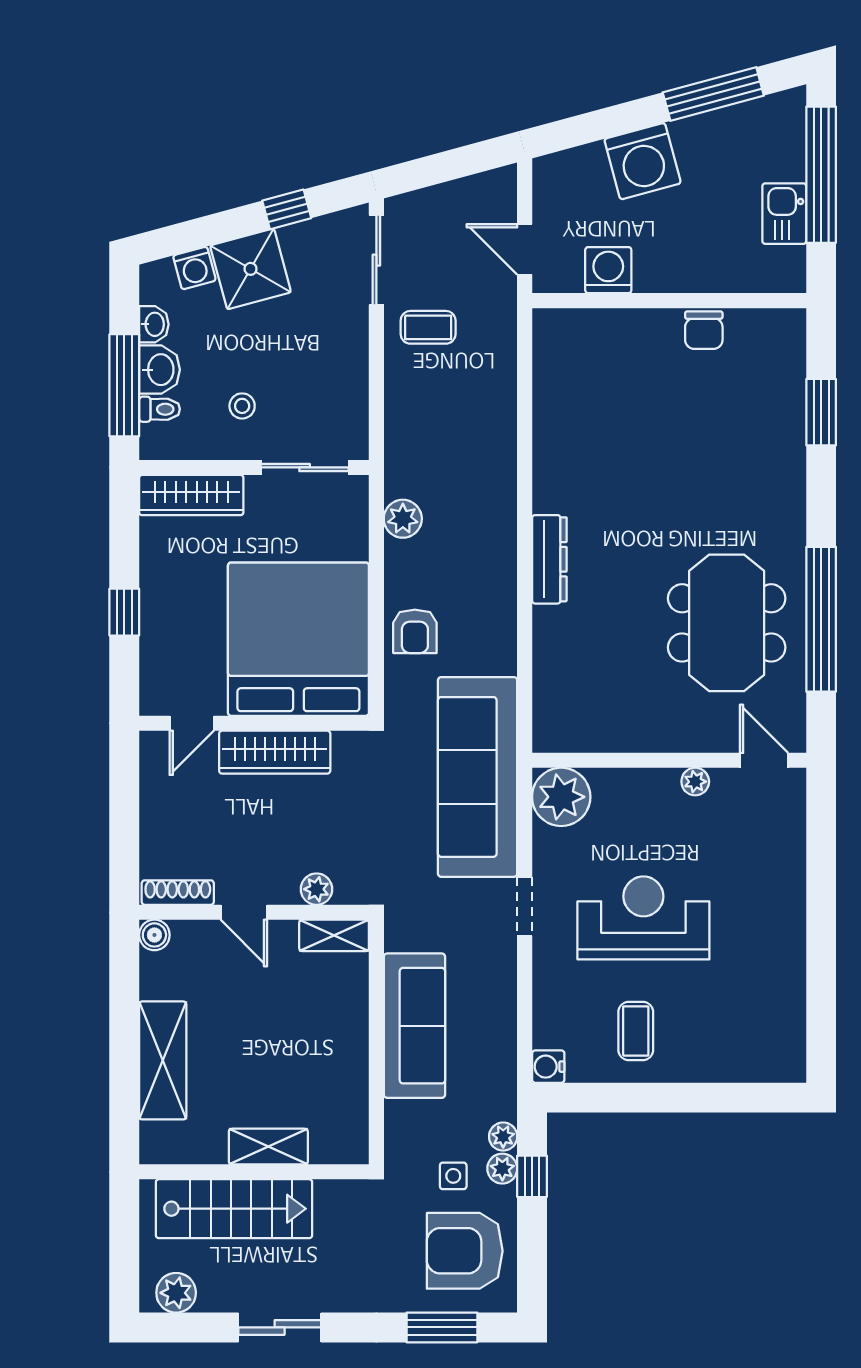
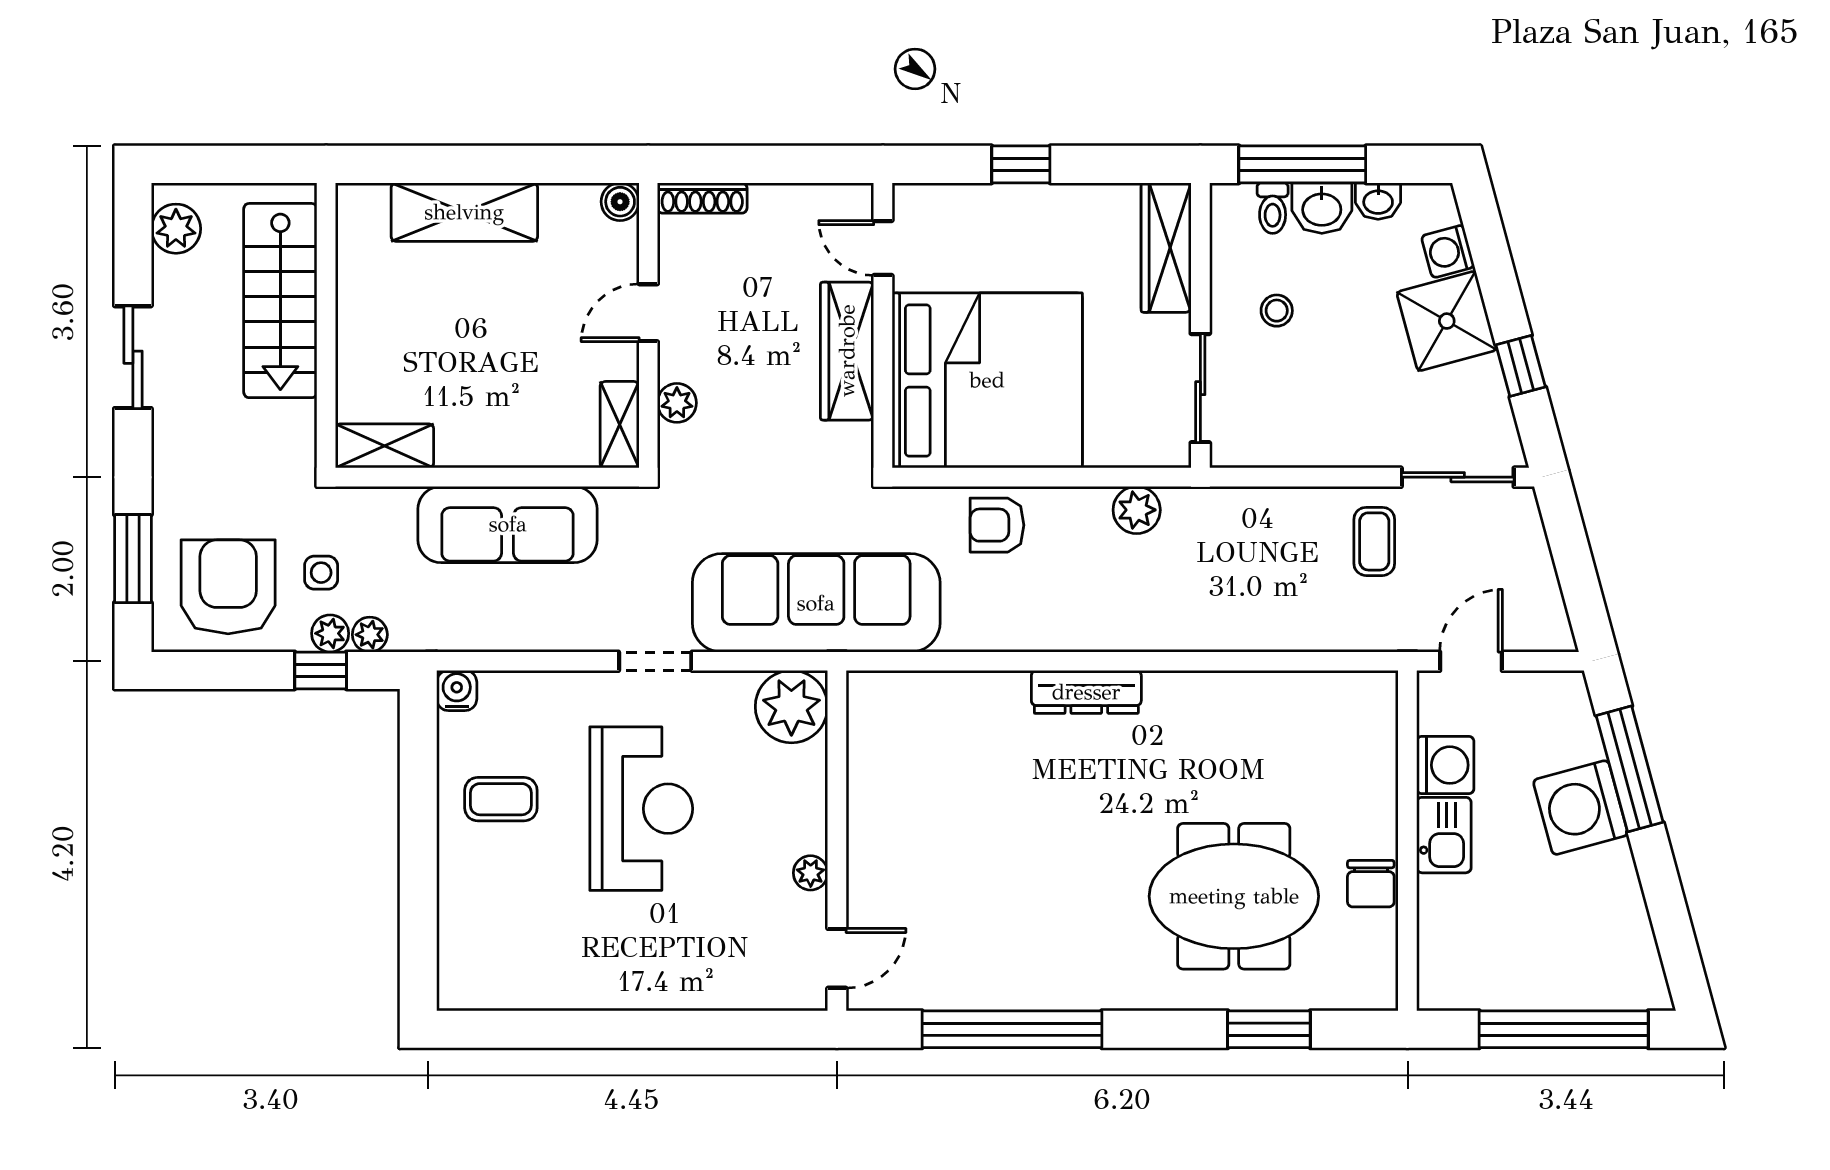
window: (713, 94) -> (1630, 769), moved
kitchen sink: (784, 214) -> (1444, 835), moved, turned 90
chair: (704, 330) -> (1371, 884), turned -90
meeting table: (727, 623) -> (1234, 896), moved
shoe rack: (178, 893) -> (702, 198), moved, turned 90
shelving: (268, 1147) -> (384, 446), moved, turned 90

